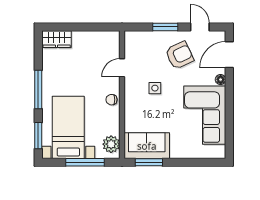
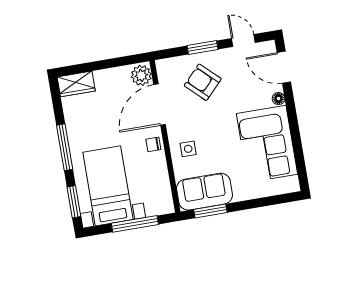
armchair: (179, 55) -> (203, 82), moved, turned -111
door: (229, 55) -> (284, 67), hinge flipped
door: (122, 68) -> (159, 105), width x1.88
side table: (155, 88) -> (188, 149), moved
plant: (111, 144) -> (141, 75), moved

